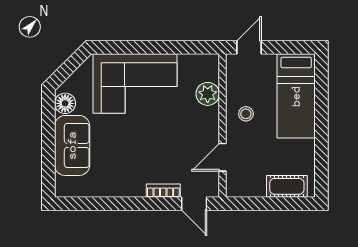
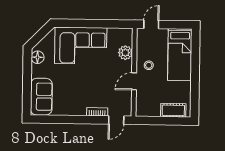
sofa: (72, 145) -> (41, 97), moved
door: (222, 157) -> (134, 81), moved
door: (194, 204) -> (116, 120), hinge flipped

